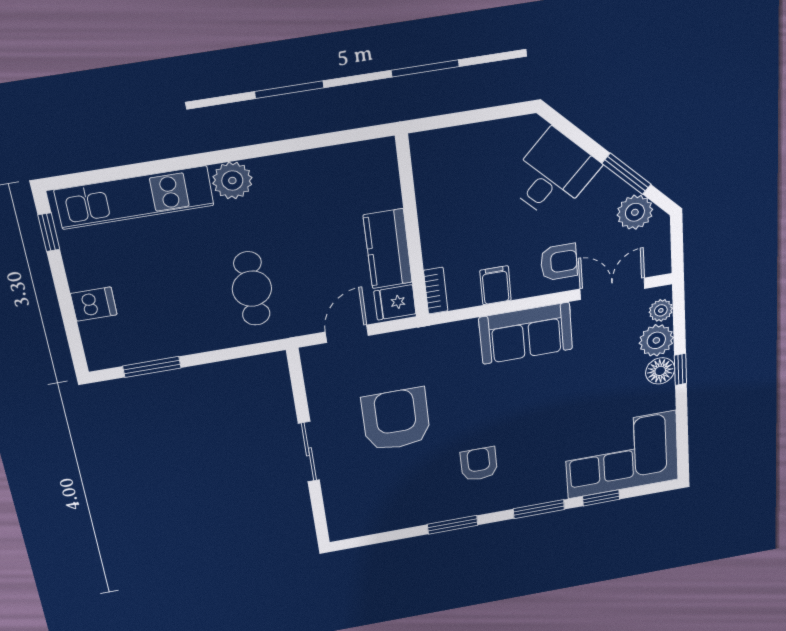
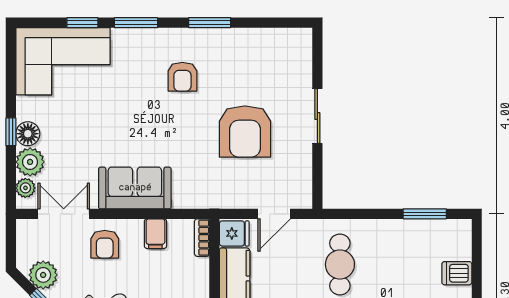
armchair: (559, 262) -> (105, 244), turned -90
double door: (612, 289) -> (64, 214), swing flipped

